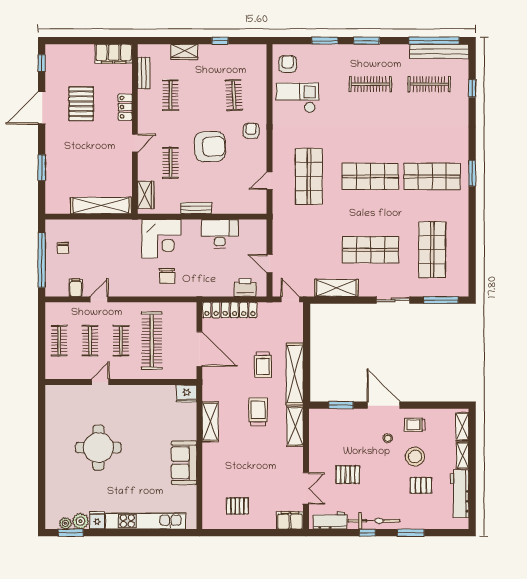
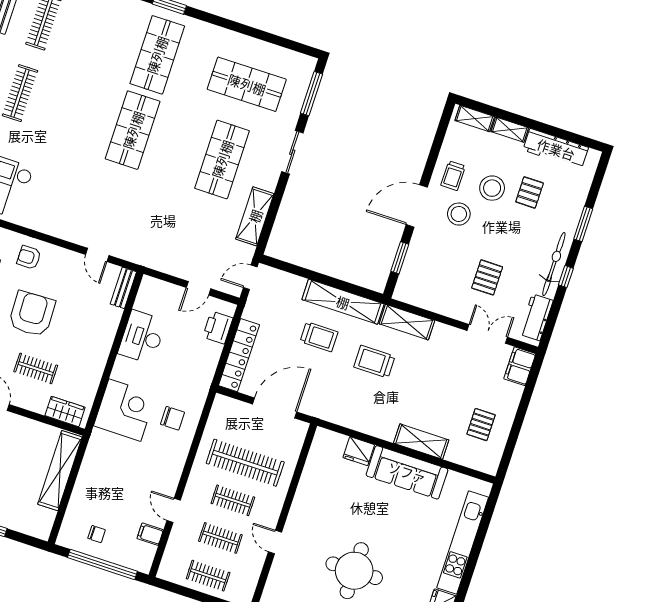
shop shelf: (309, 176) -> (108, 205), removed
bench: (196, 208) -> (123, 288), moved
fridge: (187, 394) -> (359, 451), moved, turned 90
shelving: (210, 422) -> (421, 442), moved
stool: (388, 438) -> (459, 214), width x1.89, depth x1.89
sofa: (184, 463) -> (407, 472), width x1.36

